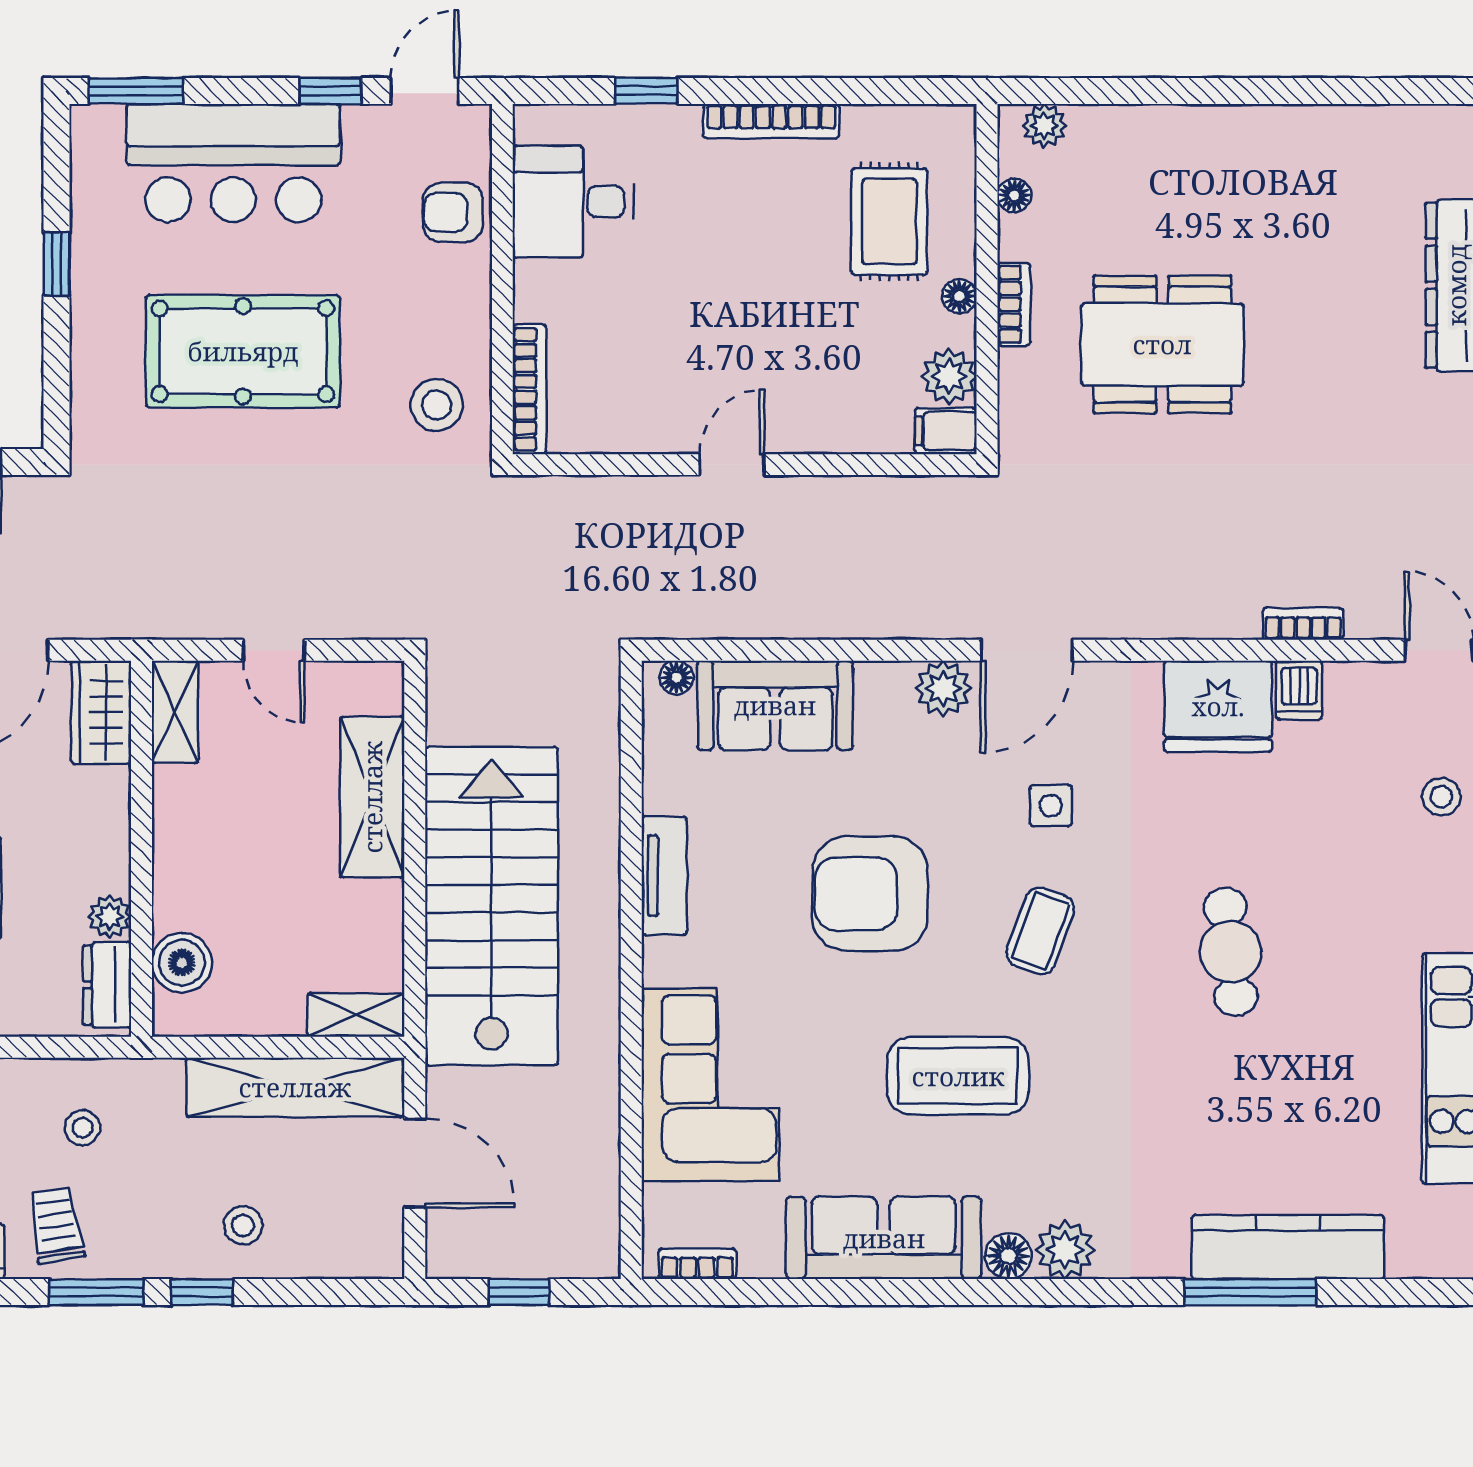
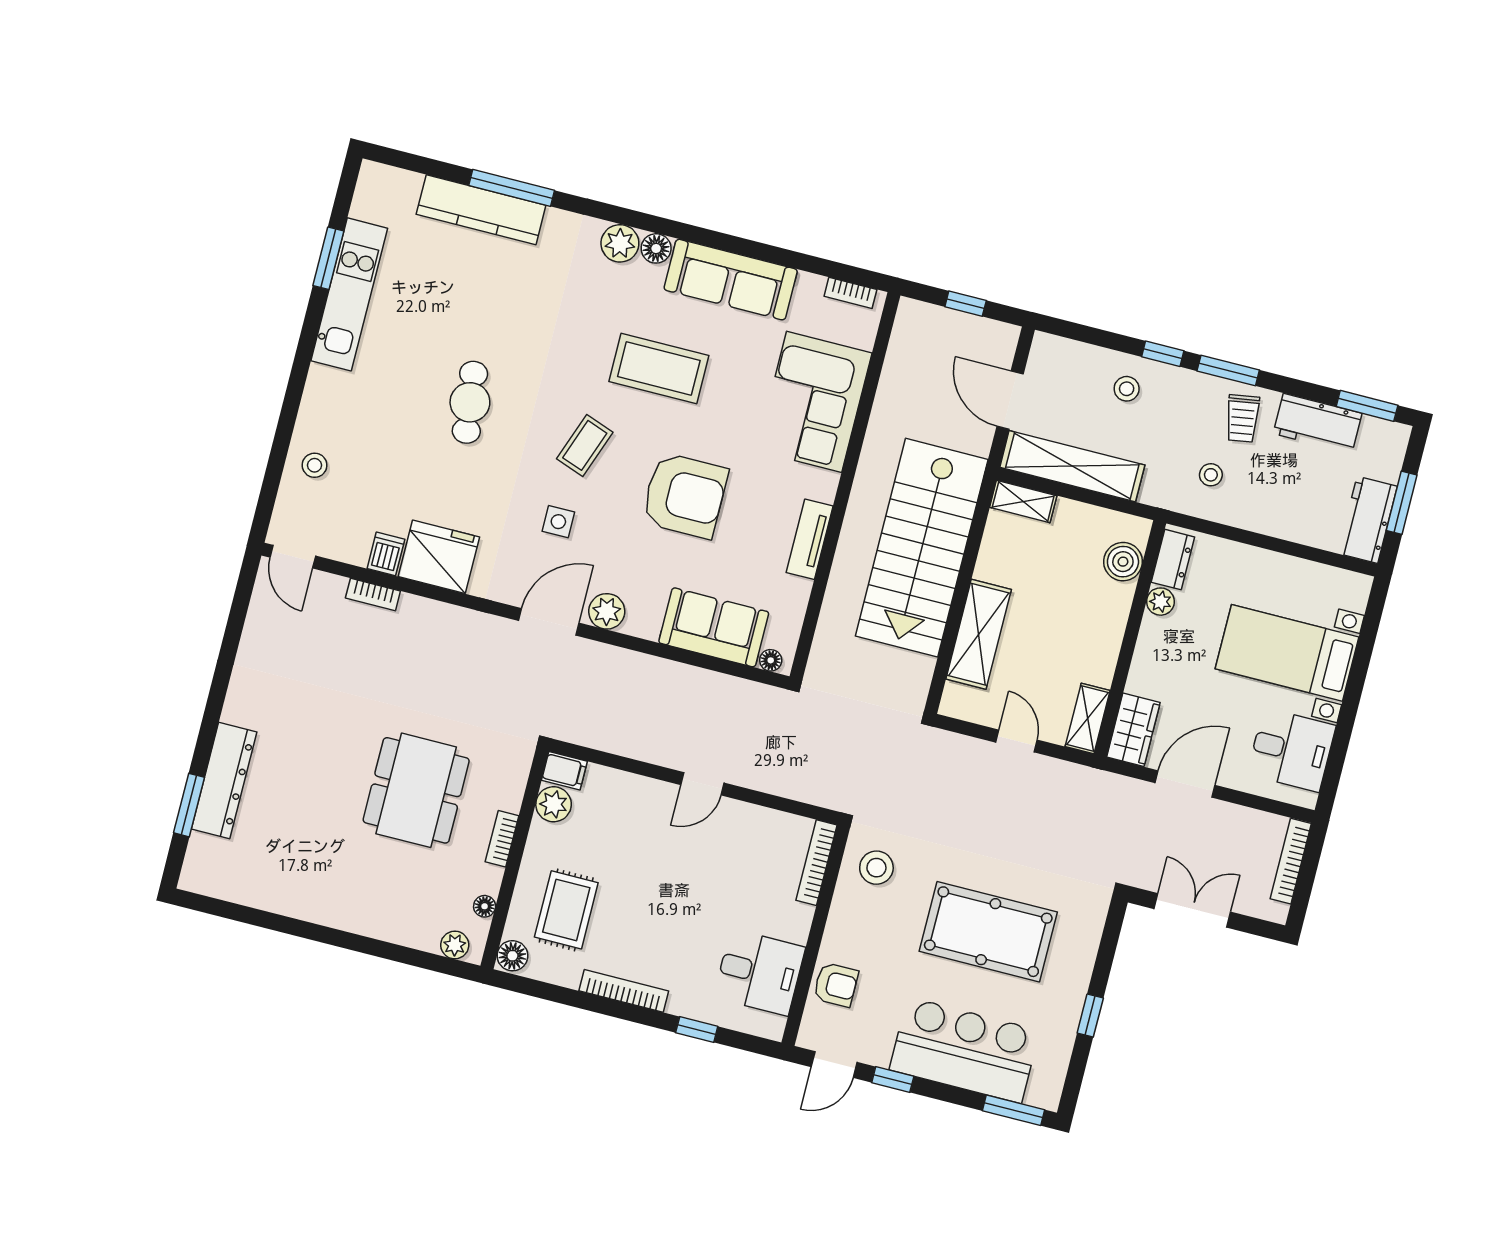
floor lamp: (959, 296) -> (512, 956), moved, width x1.37, depth x1.37
dining table: (1162, 344) -> (416, 790), turned 90

